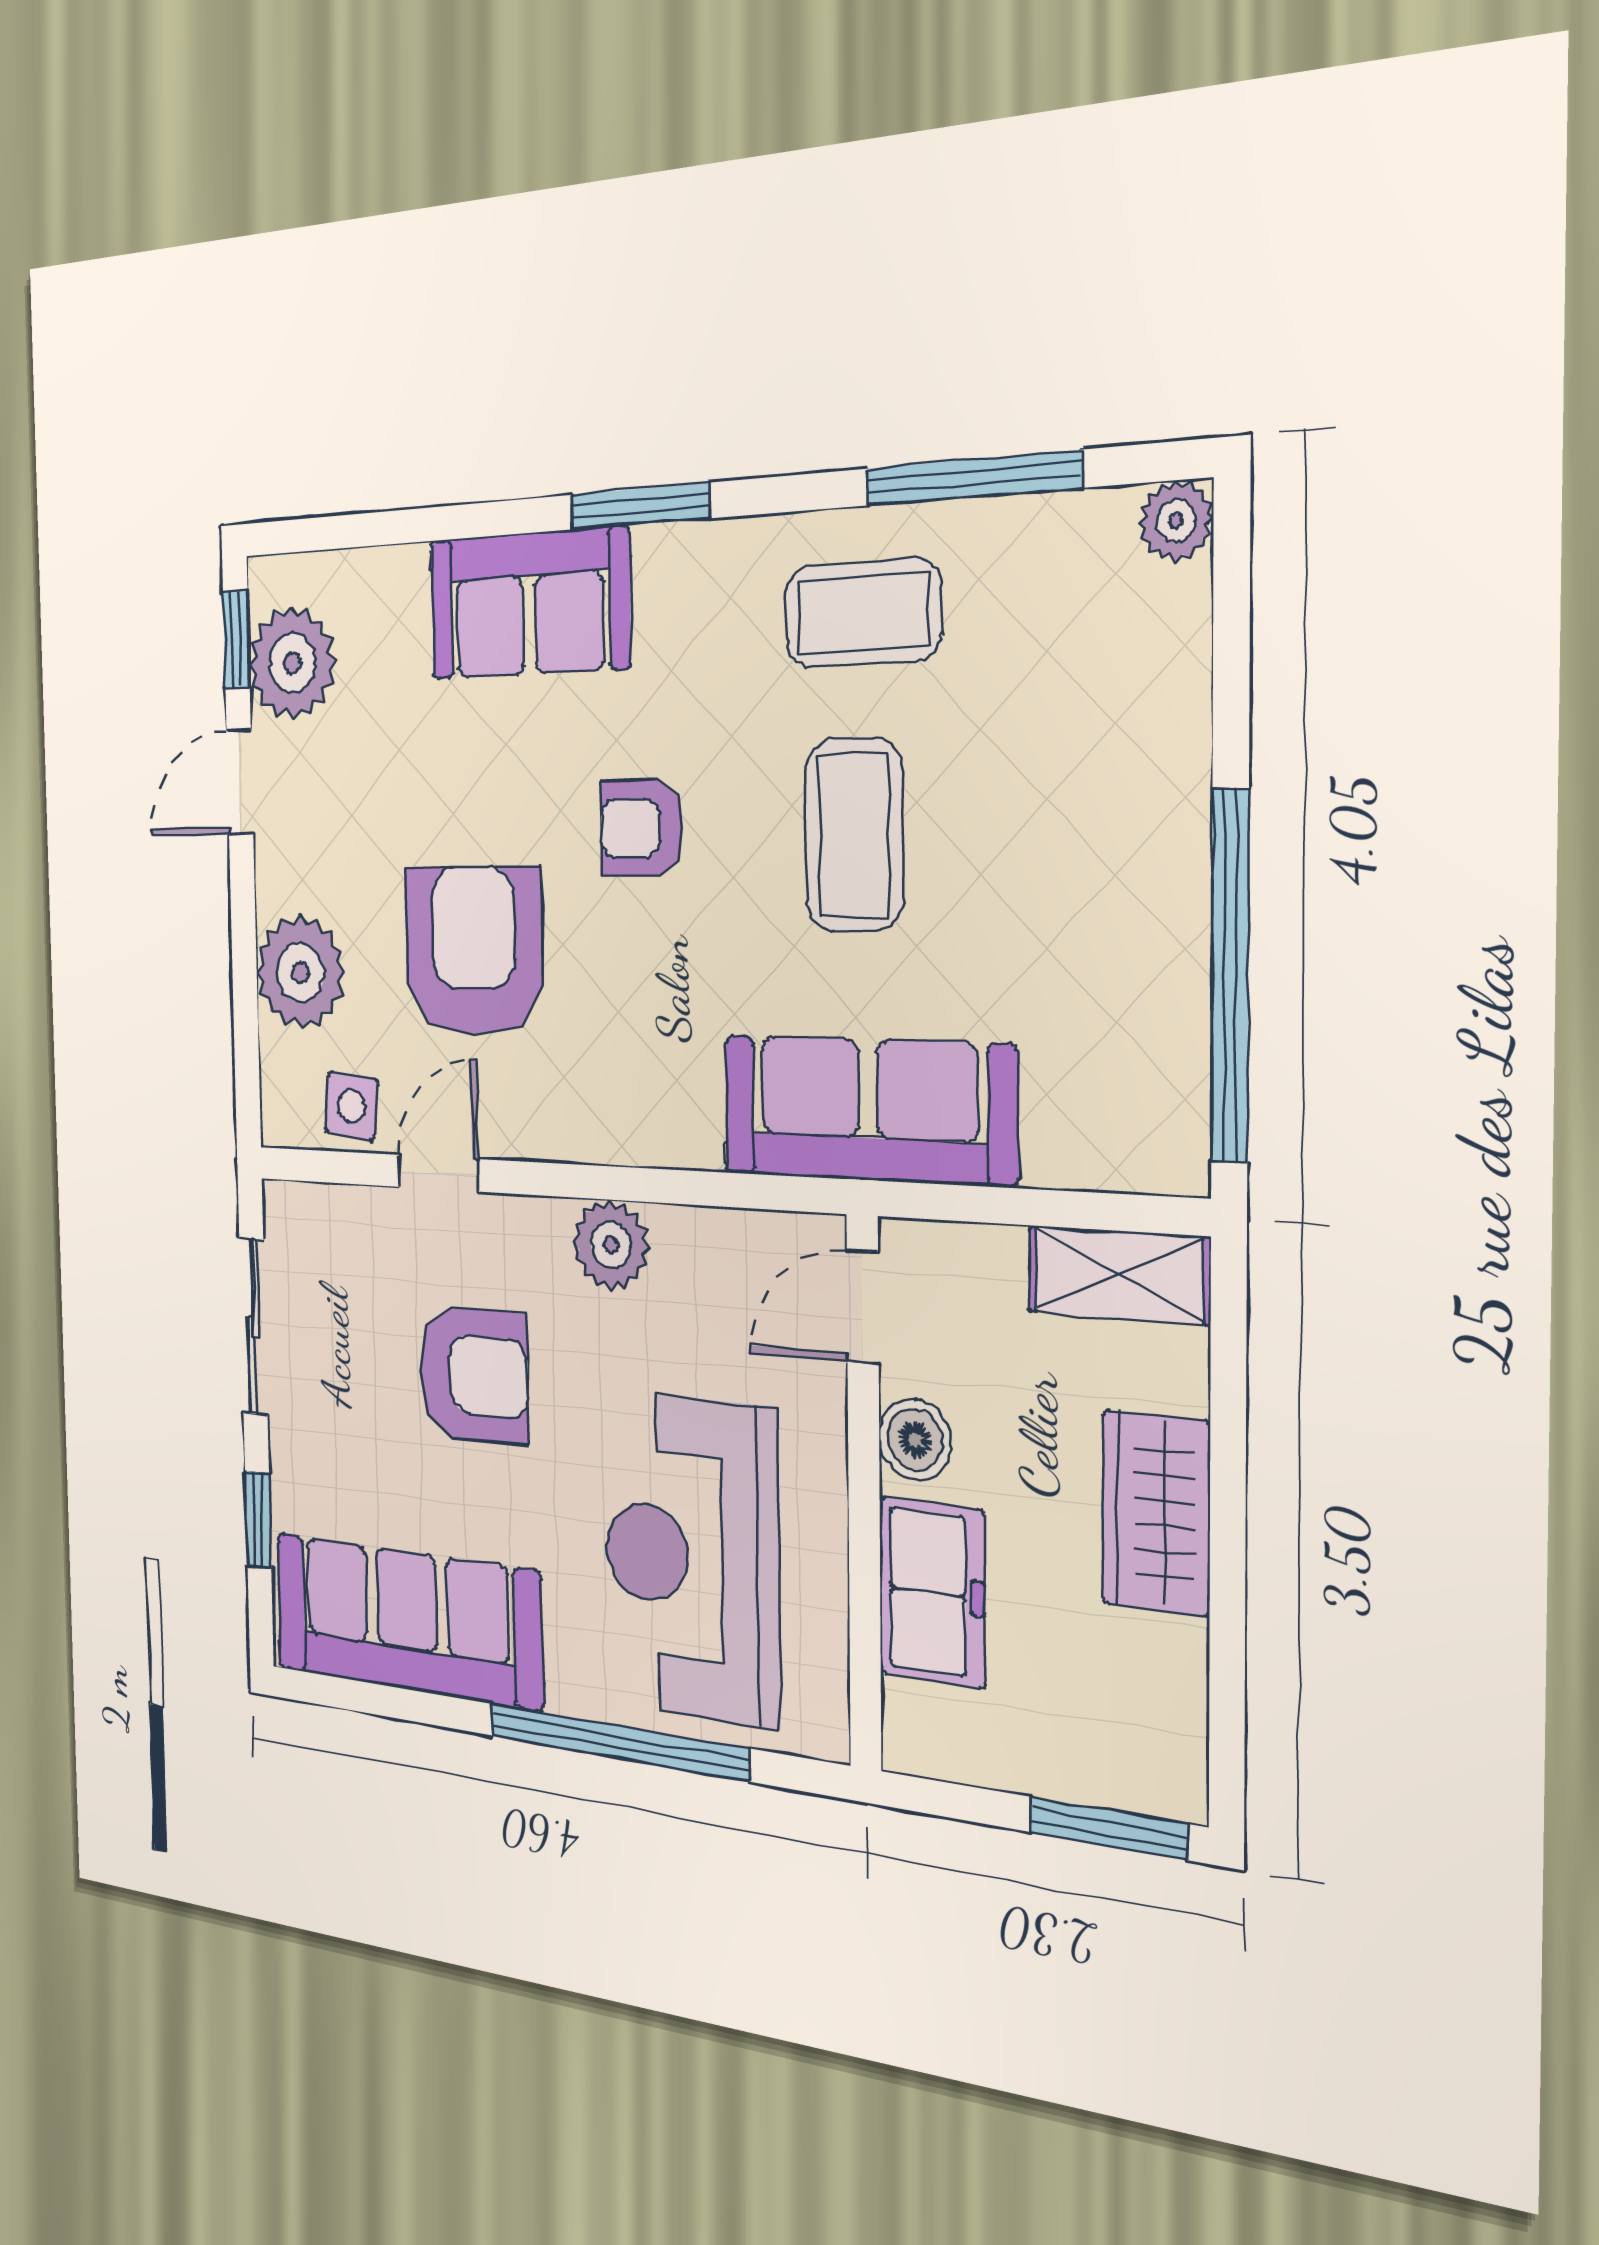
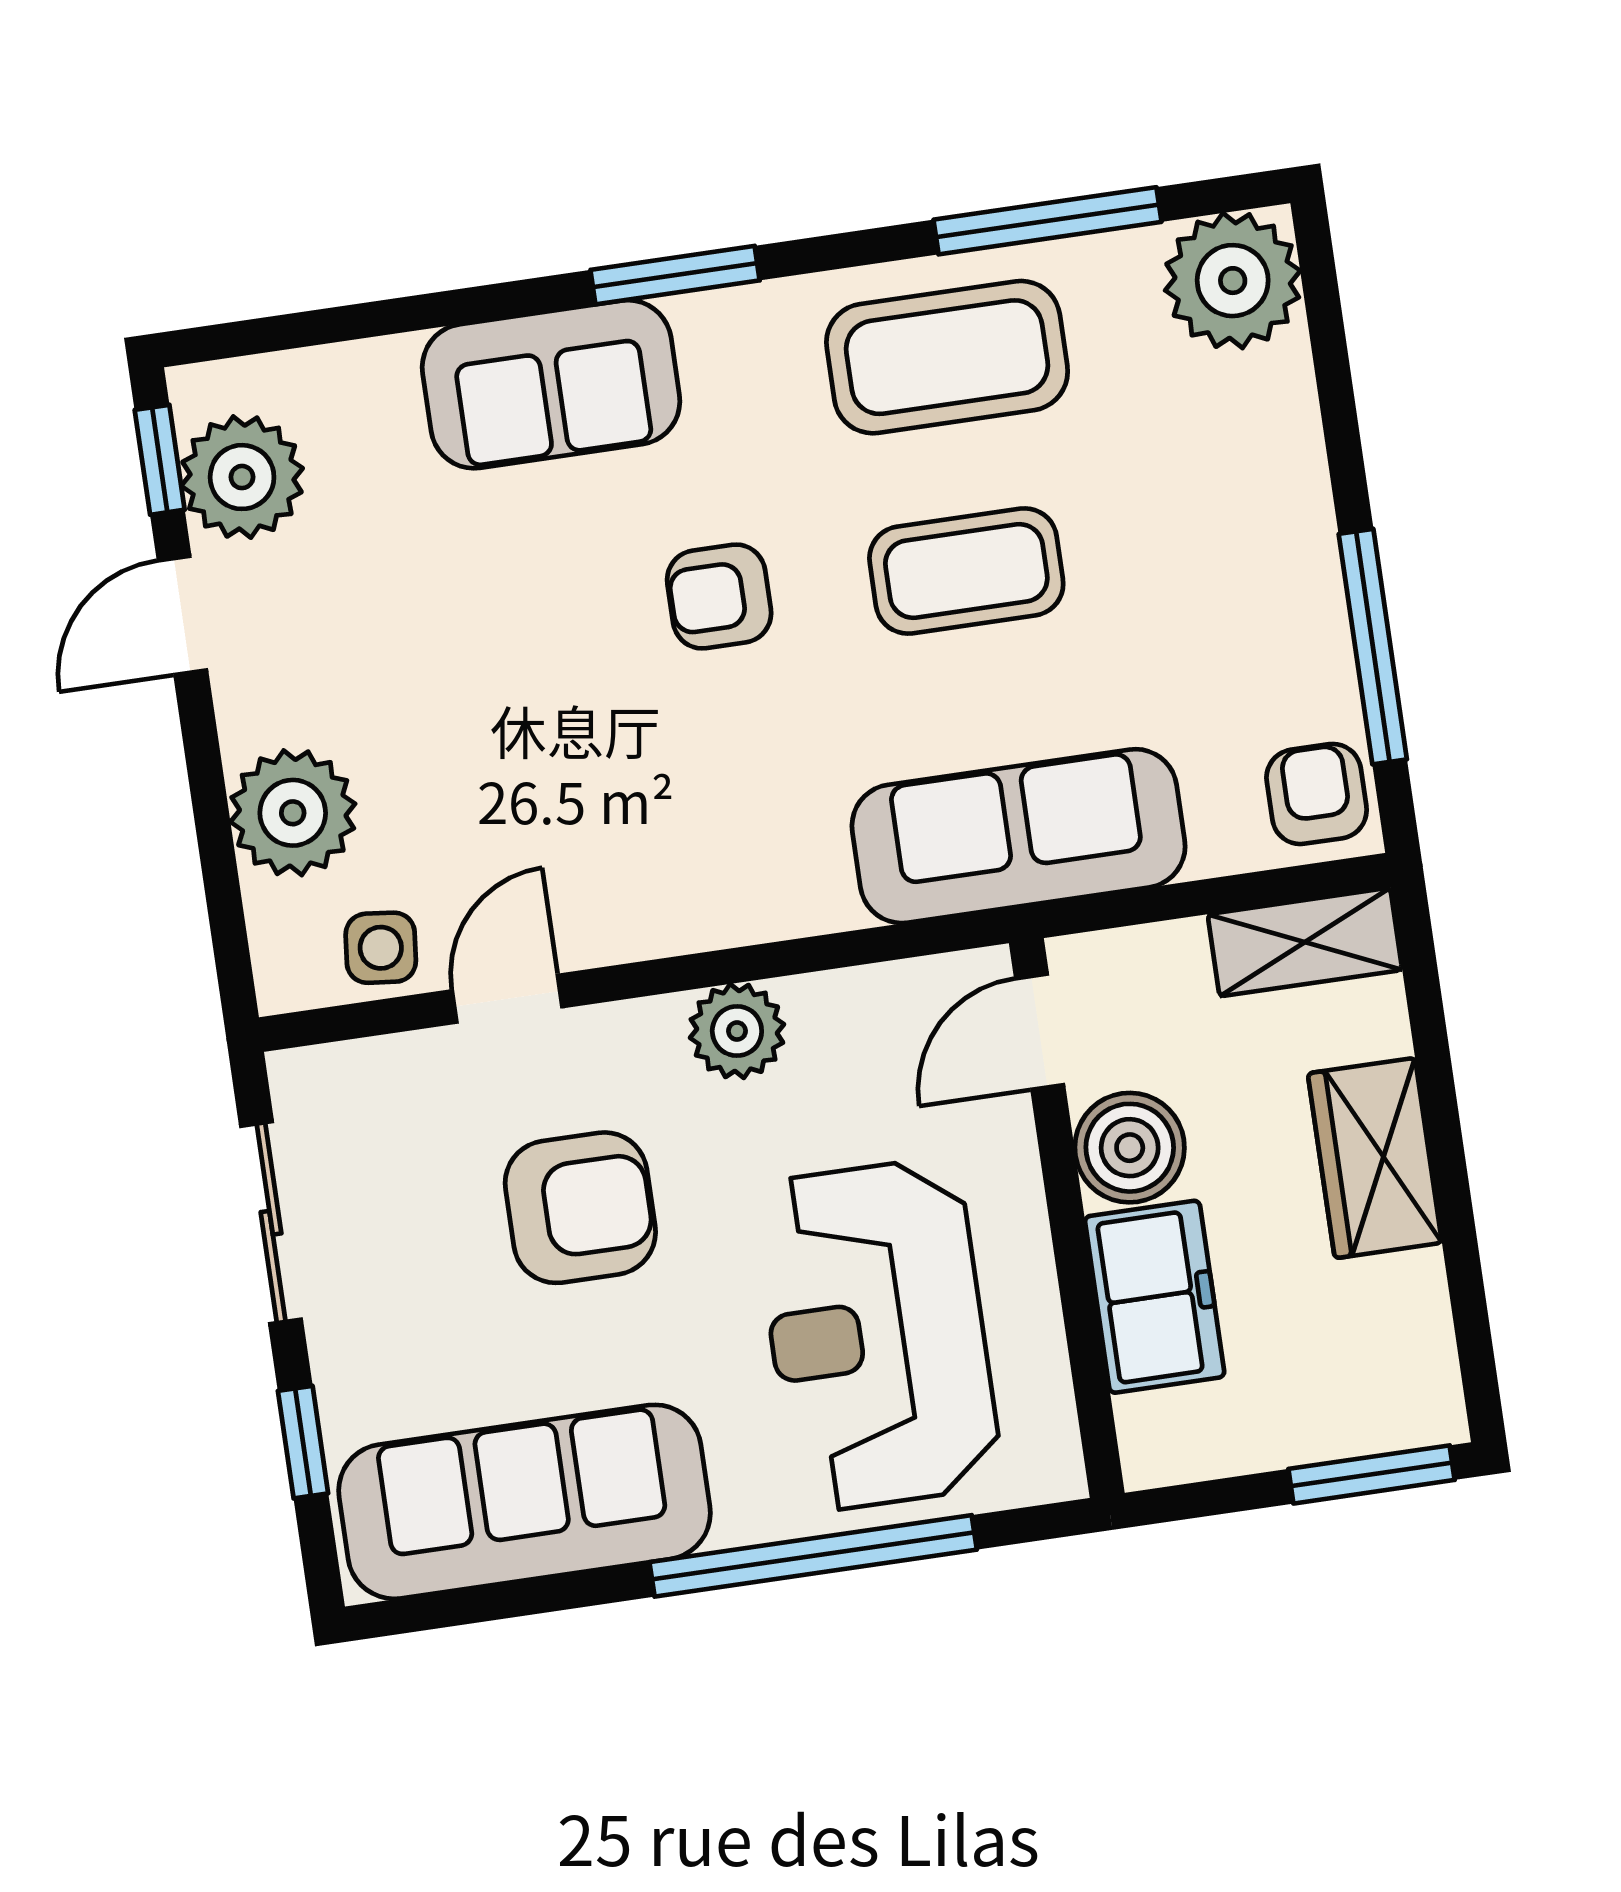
plant: (1176, 521) -> (1233, 281), width x1.88, depth x1.88
coffee table: (863, 613) -> (947, 357), width x1.36, depth x1.32
coffee table: (854, 835) -> (966, 571), turned 90
armchair: (473, 951) -> (1317, 794), moved, width x0.53, depth x0.53
window: (1230, 976) -> (1373, 647), width x0.68
boiler: (915, 1440) -> (1130, 1148), width x1.36, depth x1.36

